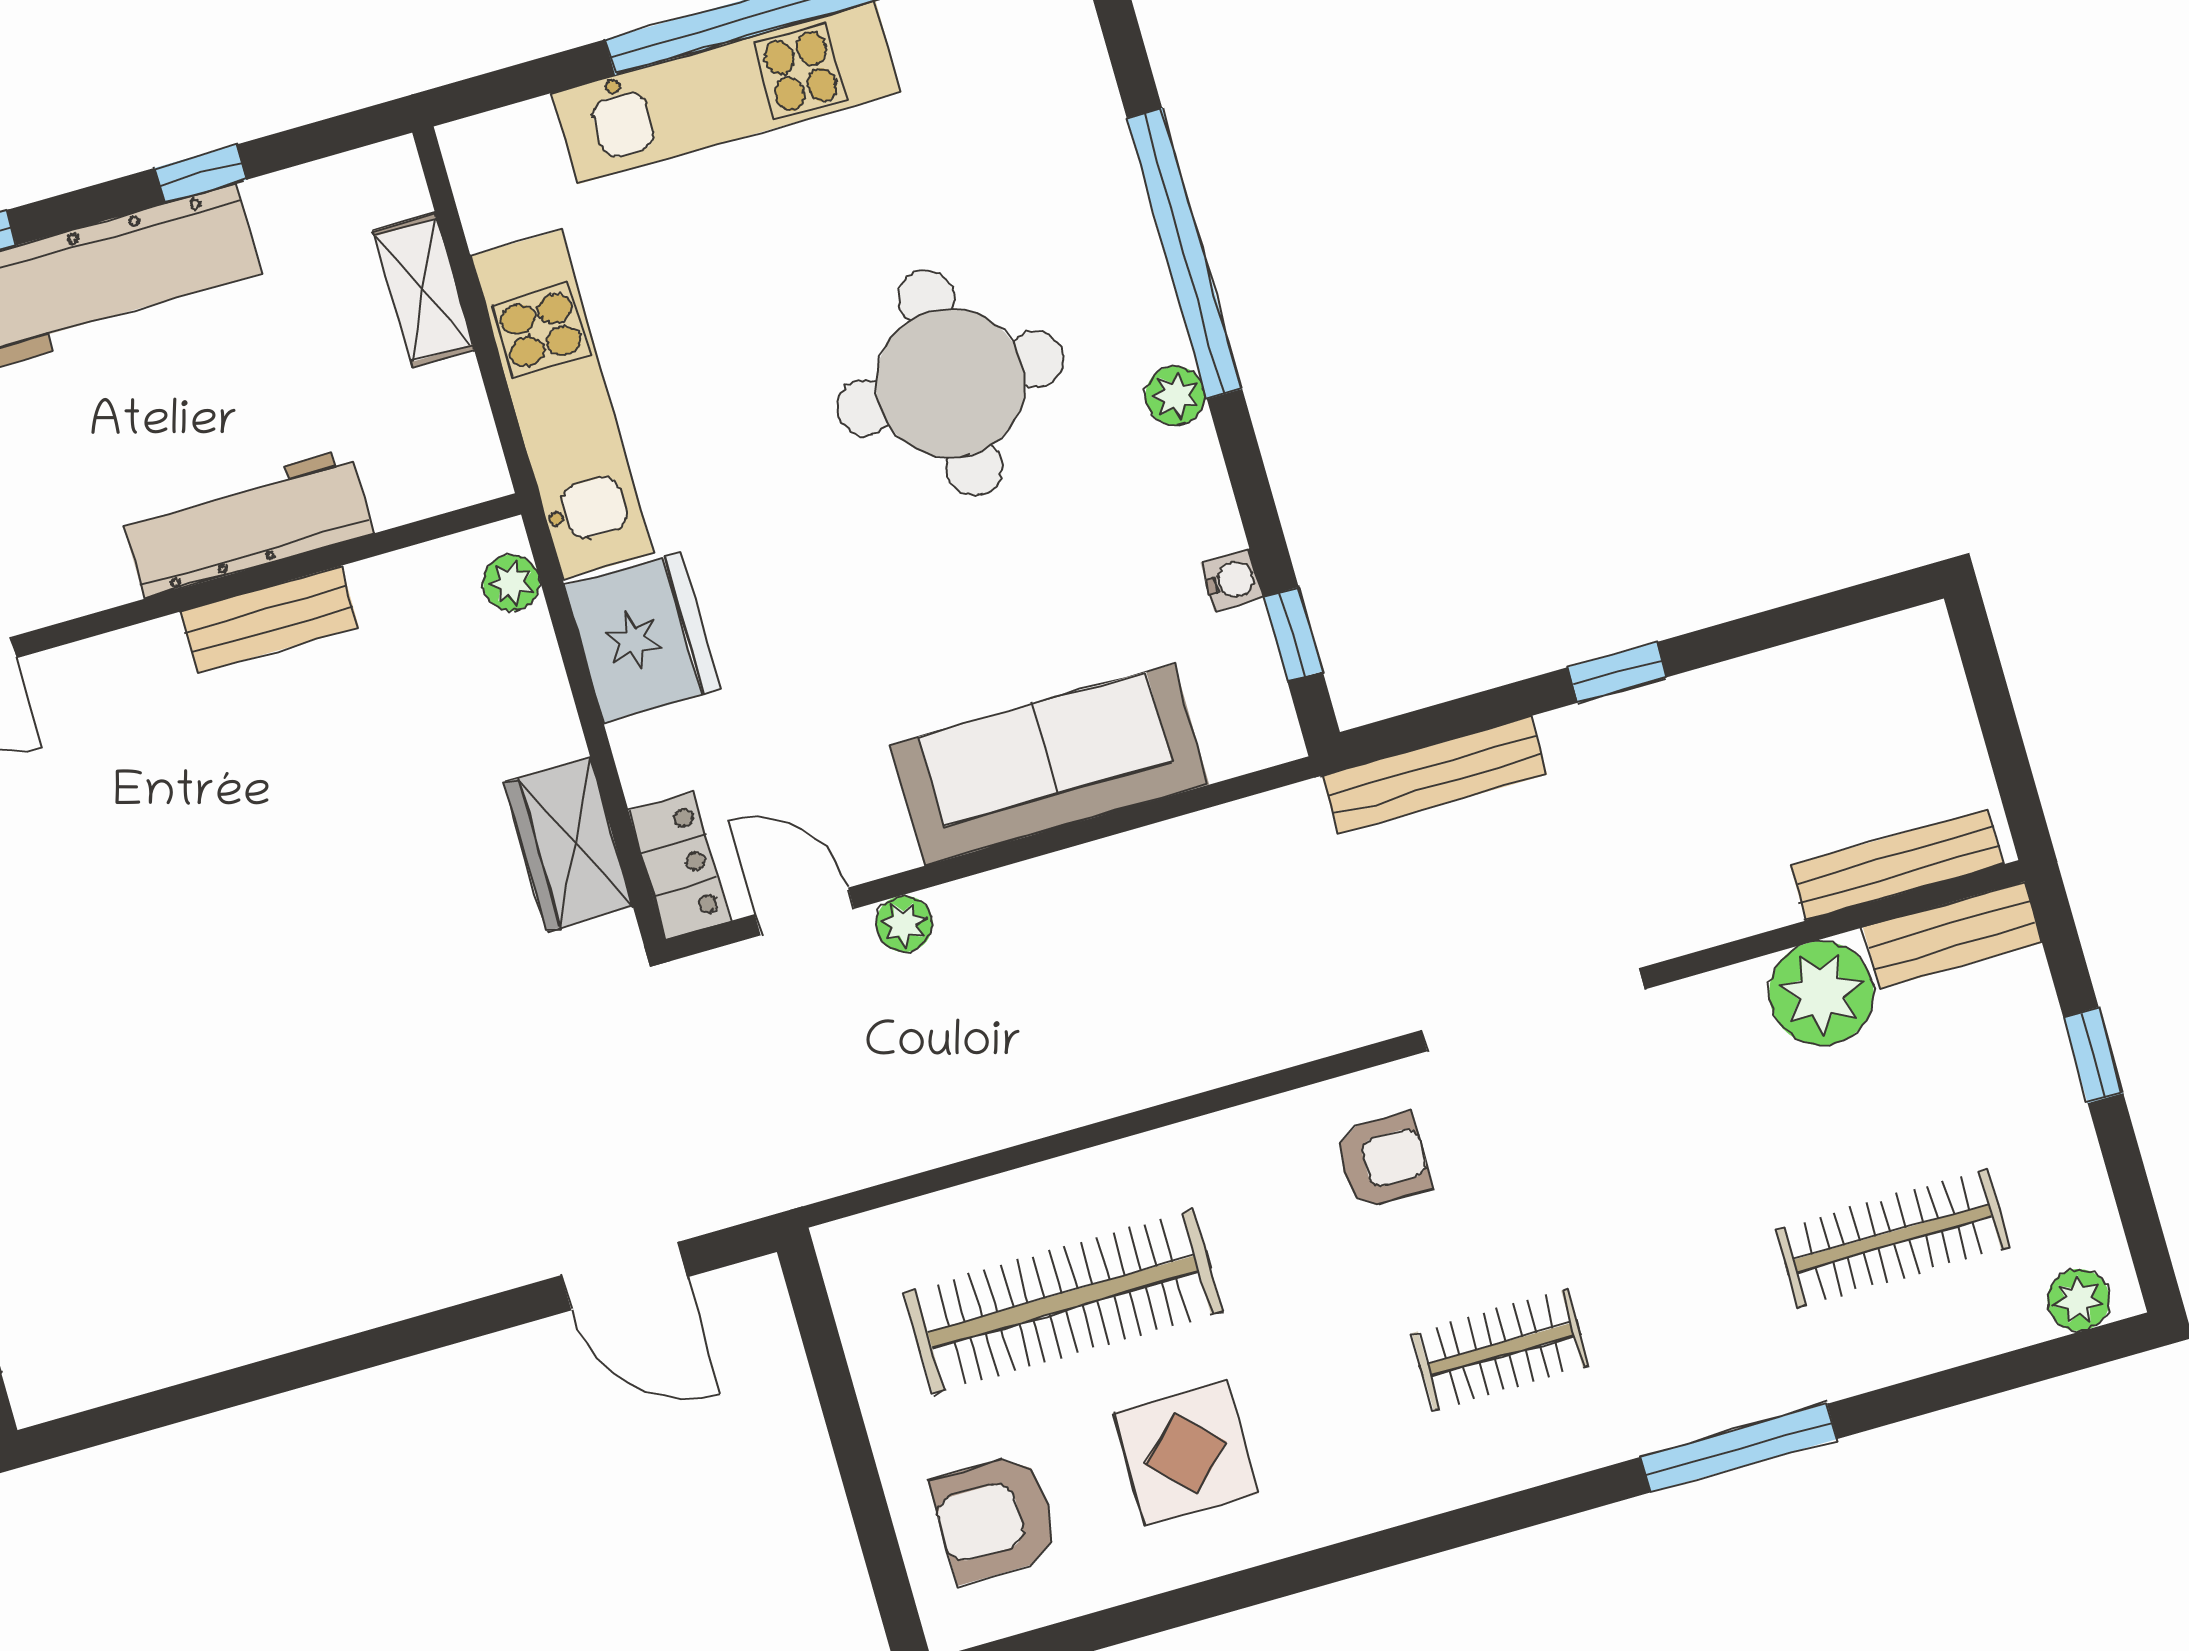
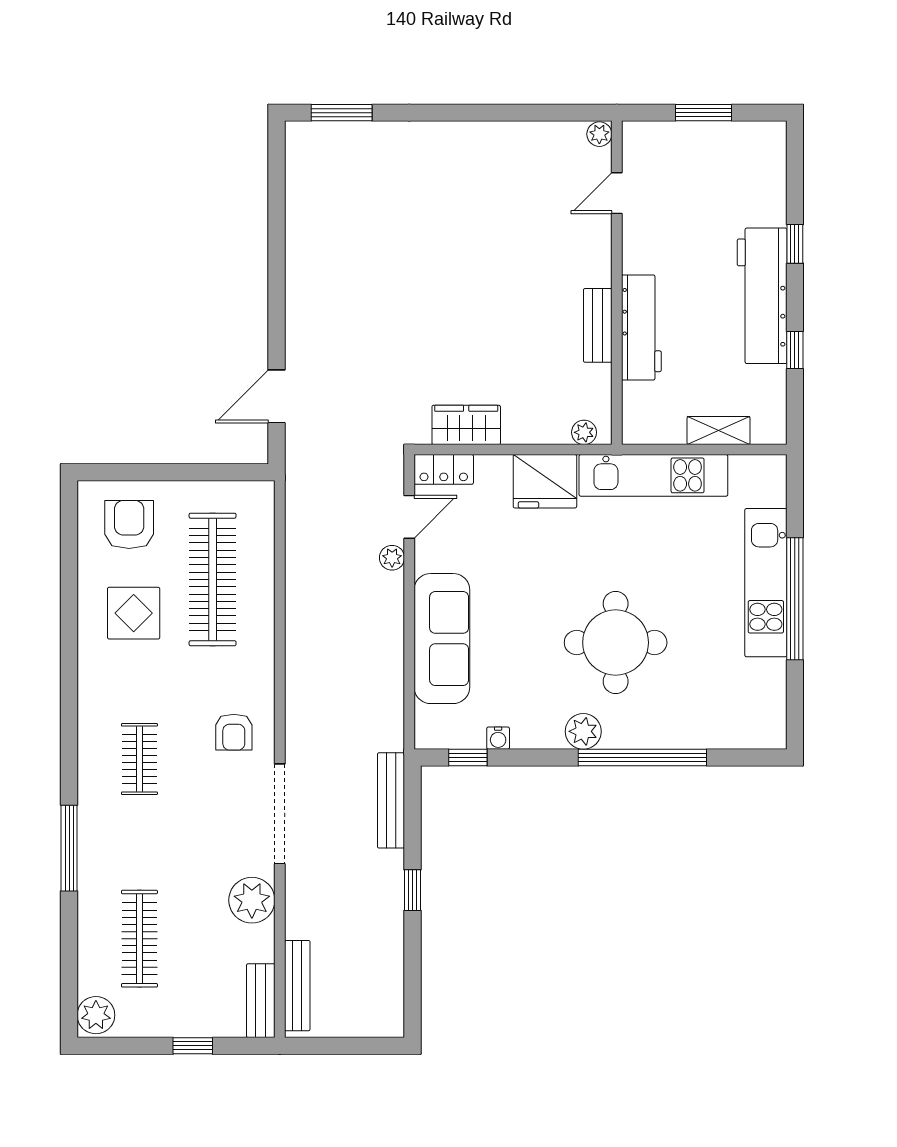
plant: (1175, 396) -> (583, 731), width x1.38, depth x1.38
plant: (1821, 993) -> (252, 900), moved
plant: (2078, 1300) -> (96, 1015), width x1.38, depth x1.38

